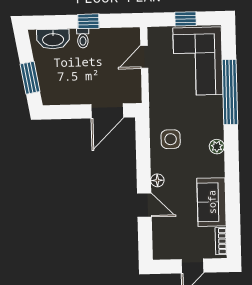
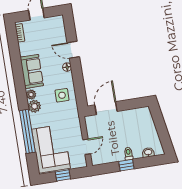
washbasin: (53, 39) -> (148, 152), width x0.52, depth x0.69
window: (30, 78) -> (160, 123), removed
plant: (214, 128) -> (34, 106), added
sofa: (212, 202) -> (32, 71), moved

